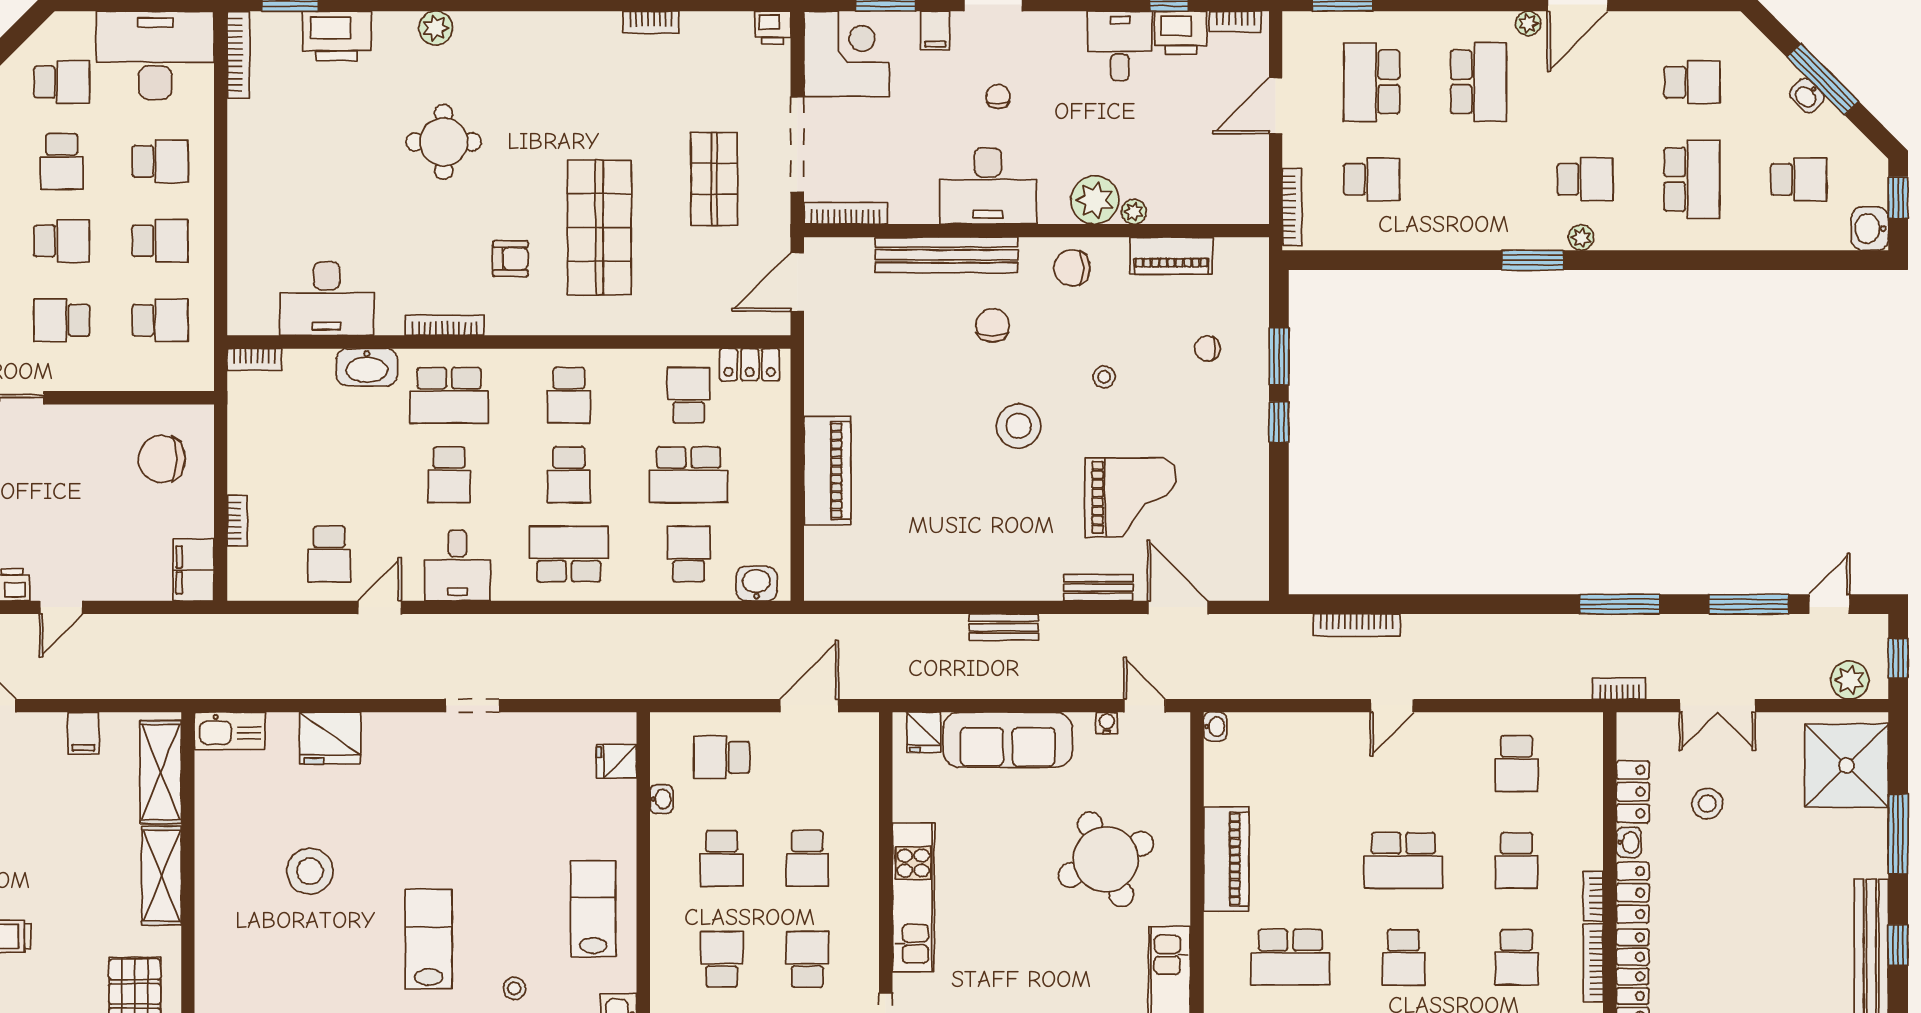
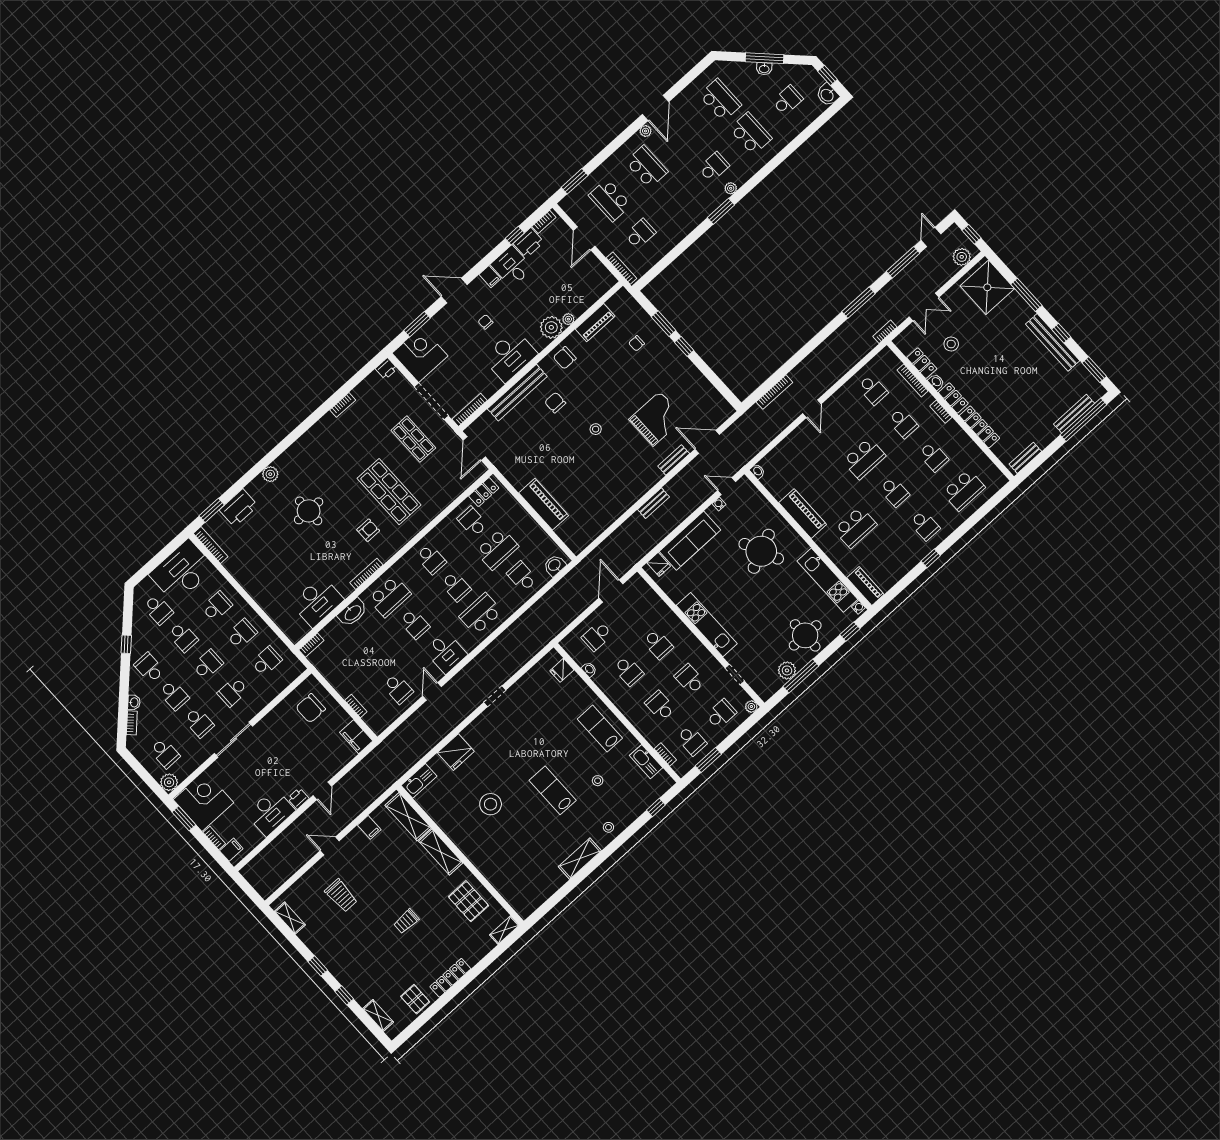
filing cabinet: (935, 31) -> (490, 277), moved
school desk: (62, 82) -> (158, 610), turned 90
school desk: (1692, 82) -> (720, 100), width x1.85
stool: (1104, 377) -> (610, 385), removed
stool: (1019, 426) -> (596, 429), width x0.53, depth x0.53
bookcase: (1593, 963) -> (913, 380), moved

